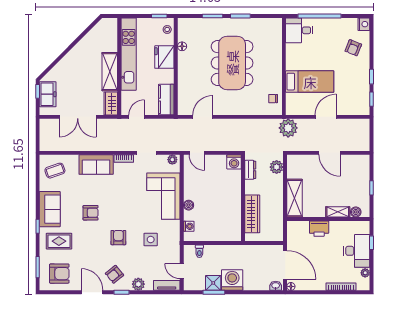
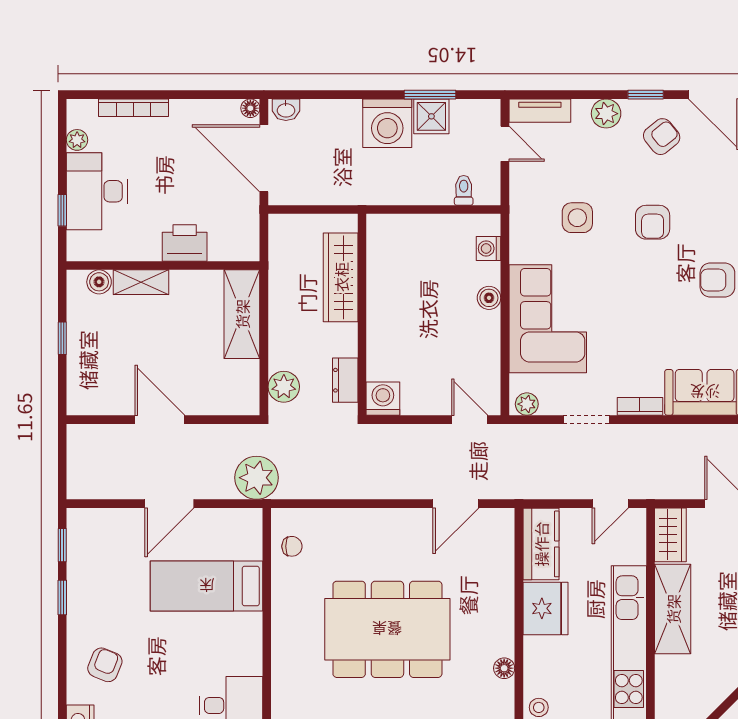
fridge: (164, 57) -> (545, 608), moved
dining table: (232, 63) -> (387, 629), turned 90

